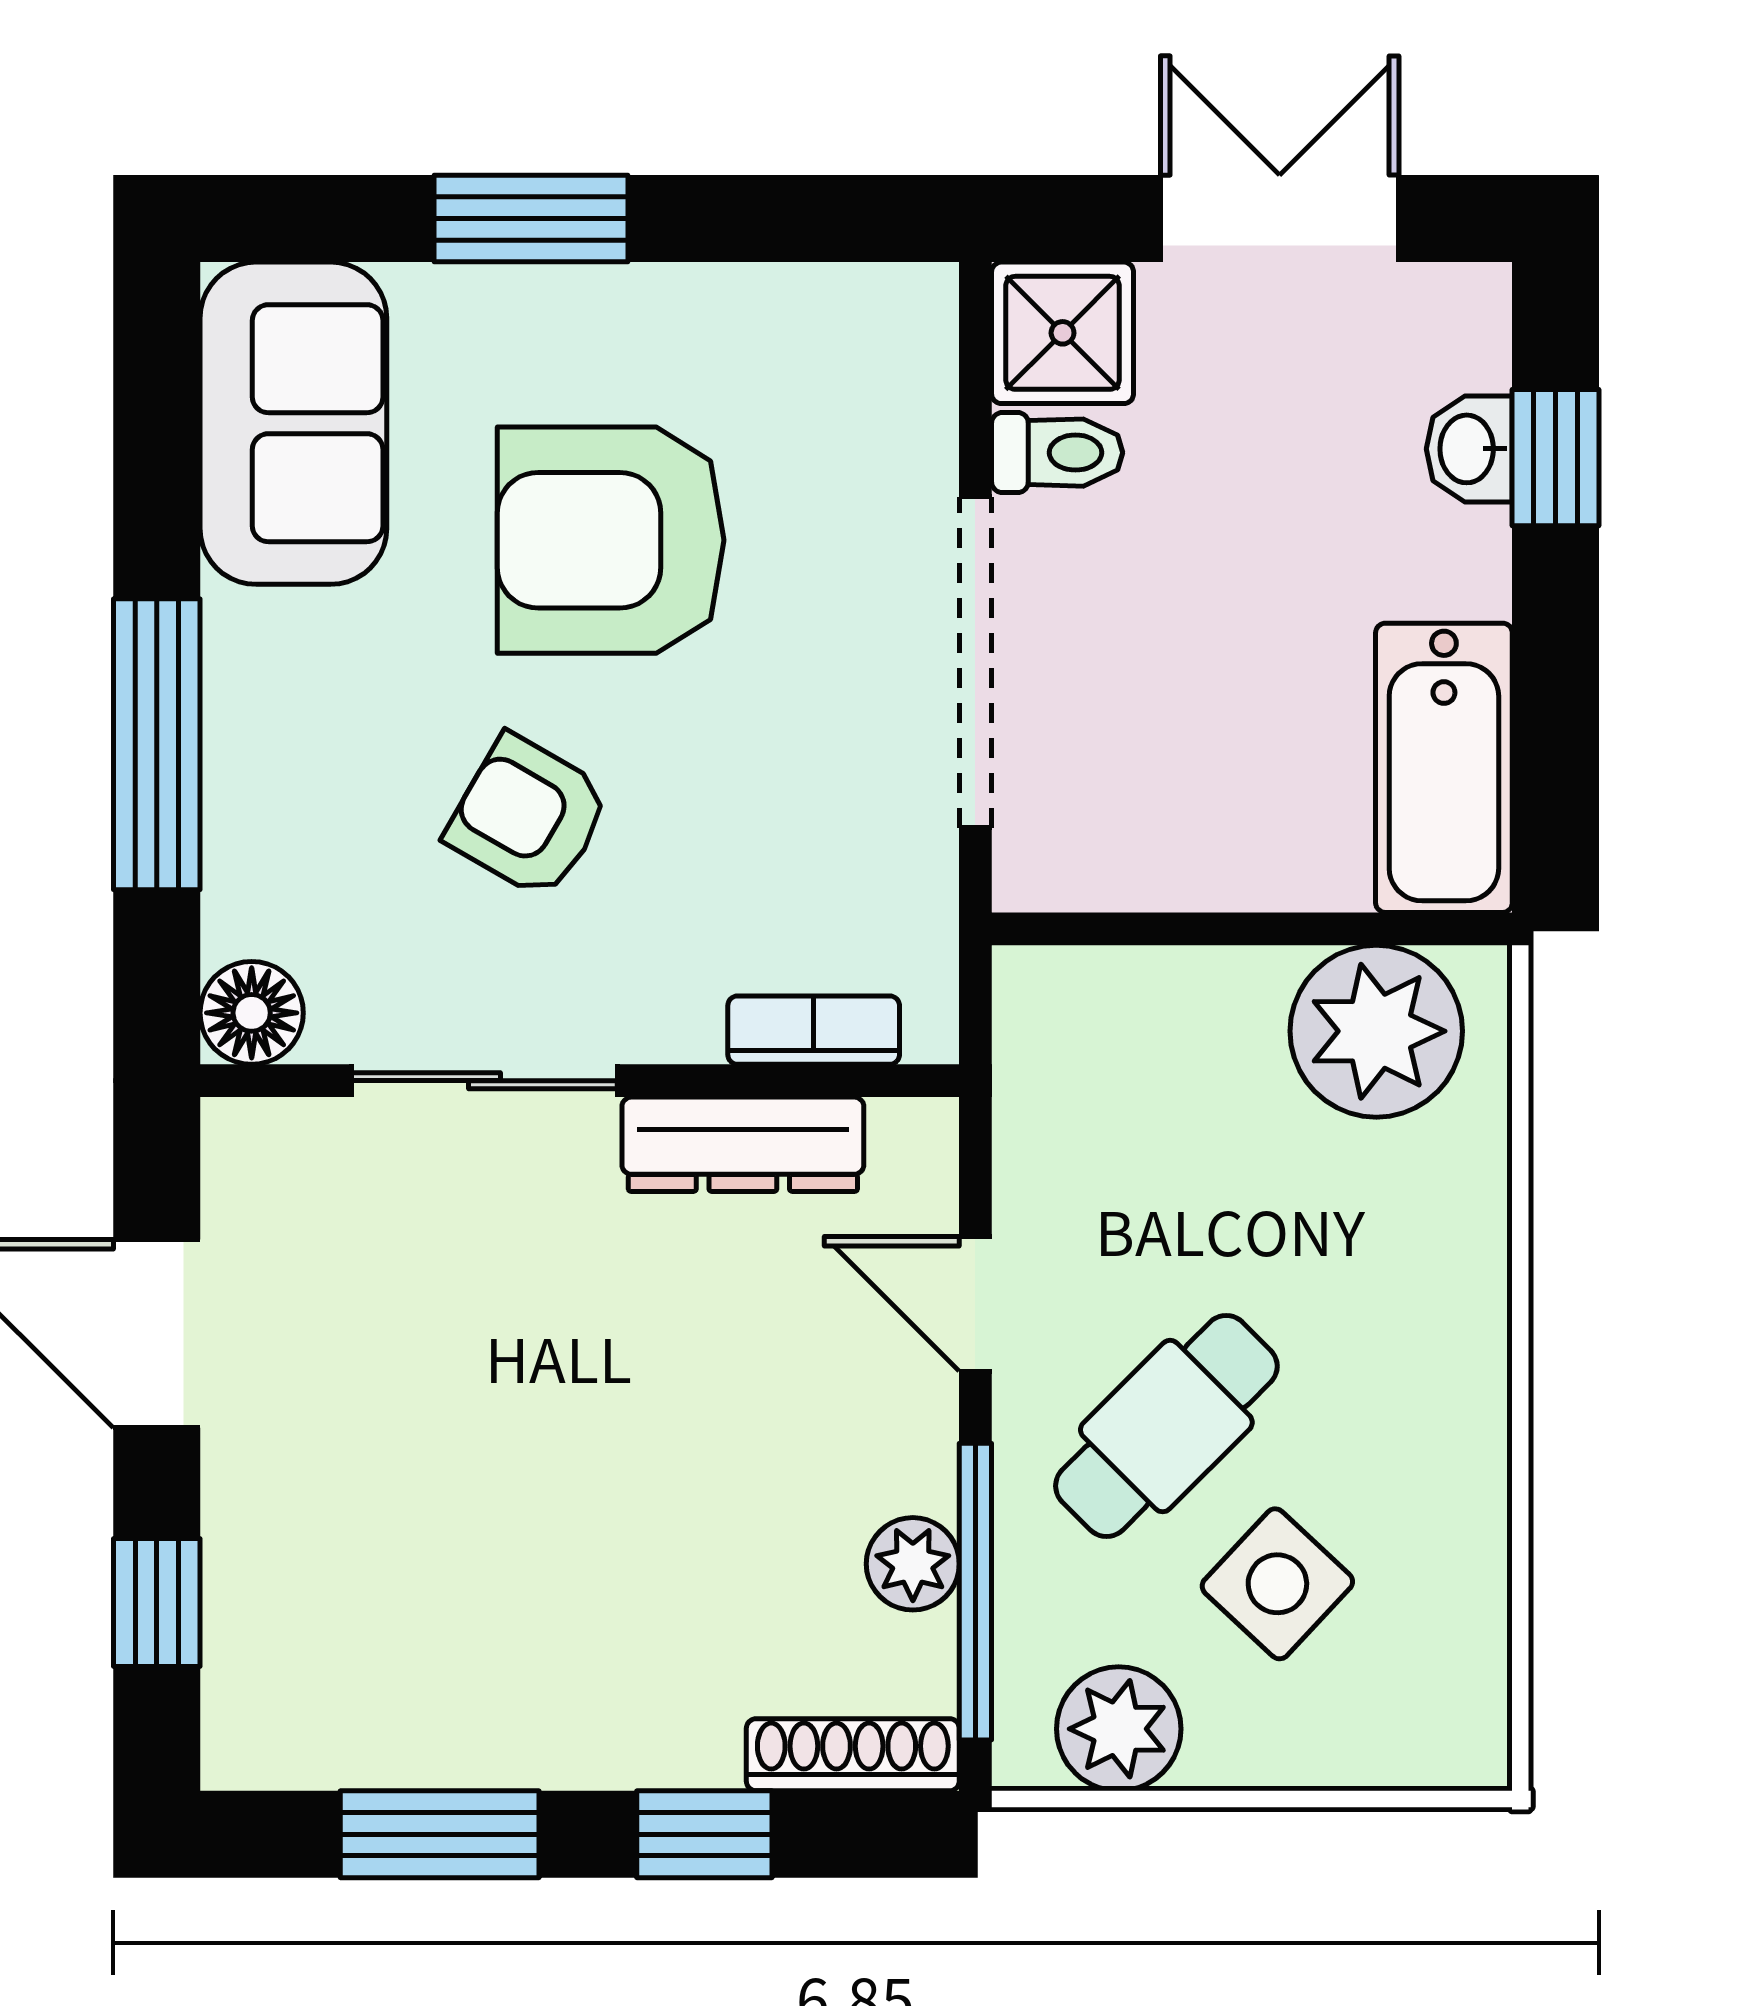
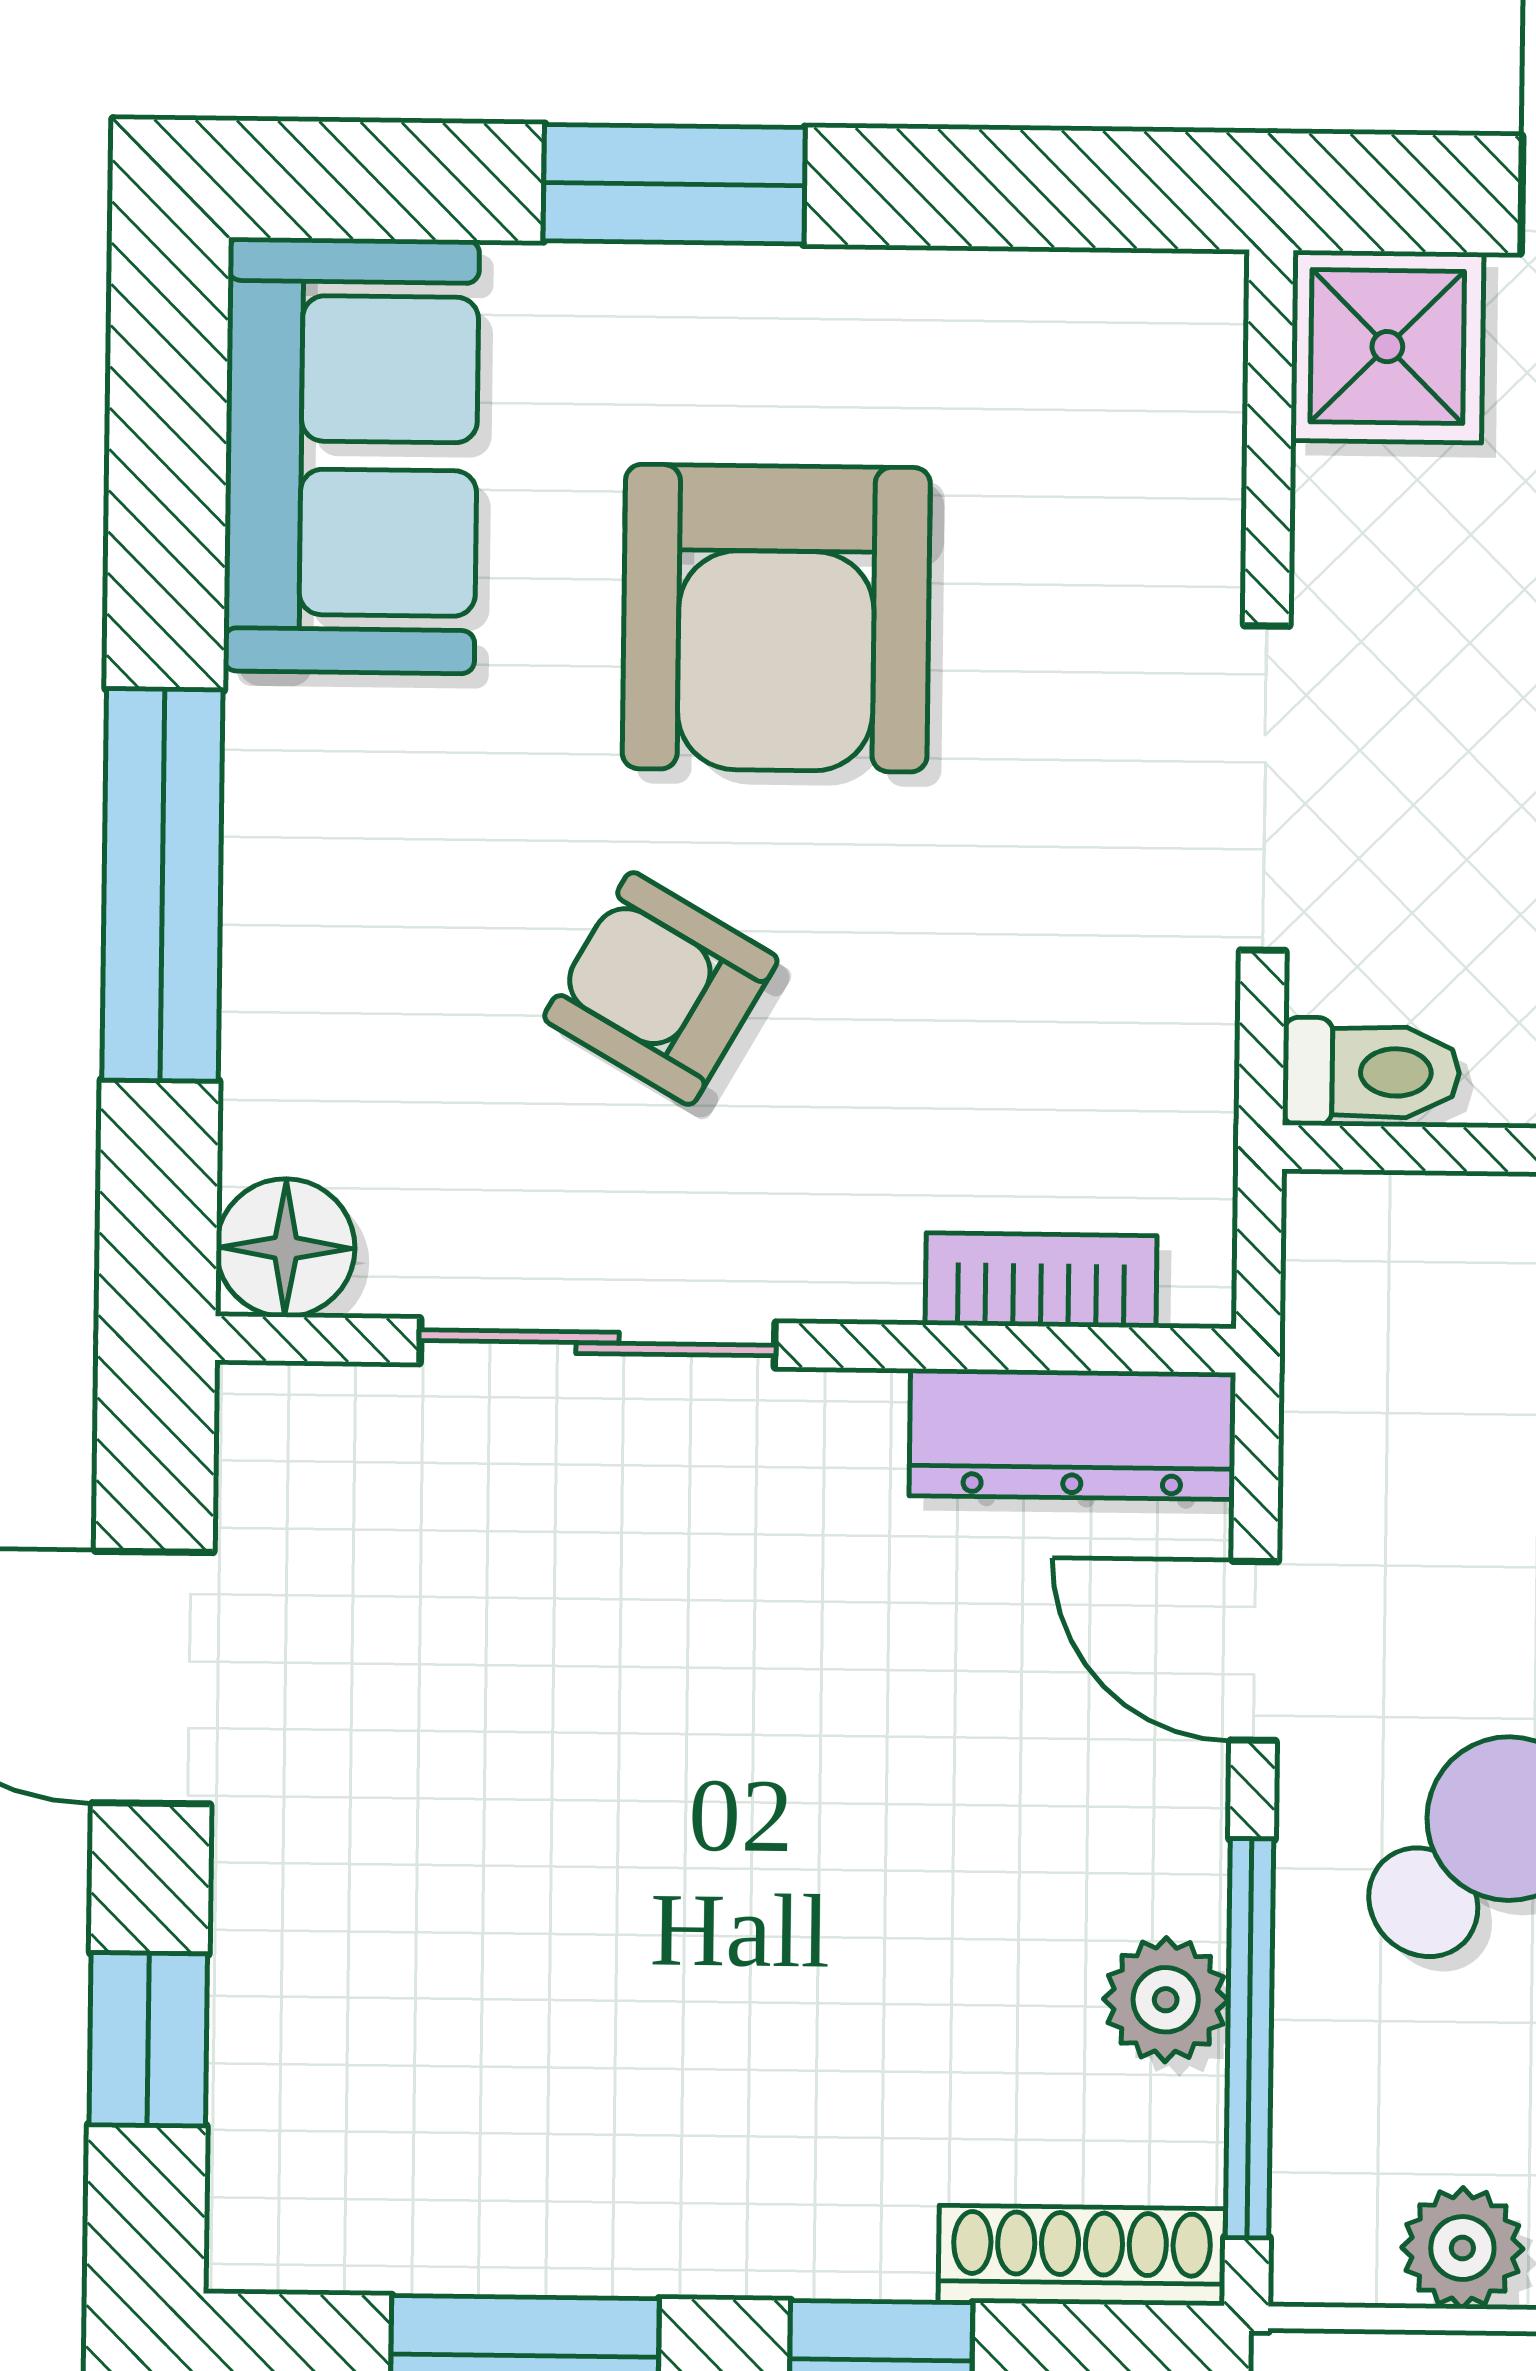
toilet: (1057, 453) -> (1371, 1072), moved
armchair: (611, 540) -> (776, 618), turned -90
doorway: (975, 662) -> (1265, 788), width x0.73
dresser: (743, 1144) -> (1072, 1434), moved
plant: (1119, 1729) -> (1462, 2248), width x0.73, depth x0.73

